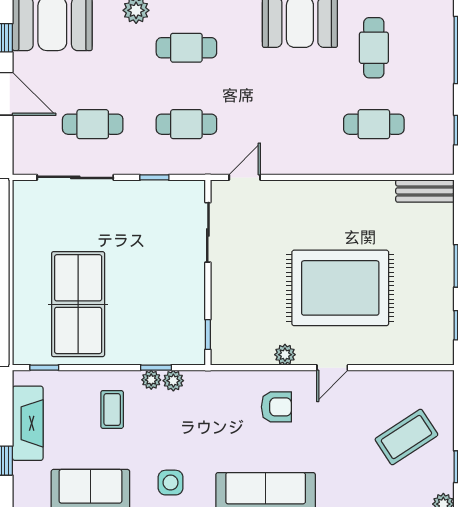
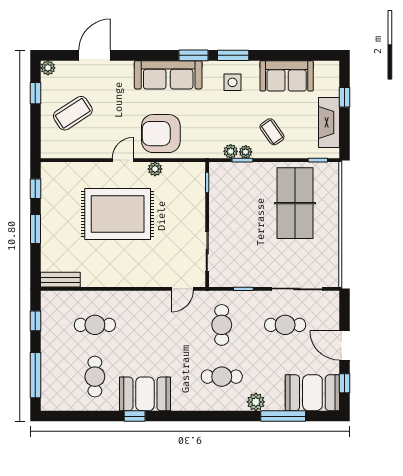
cafe table: (186, 124) -> (222, 325), turned 90
armchair: (276, 407) -> (161, 134), width x1.88, depth x1.88
coffee table: (112, 409) -> (272, 132), turned -35

